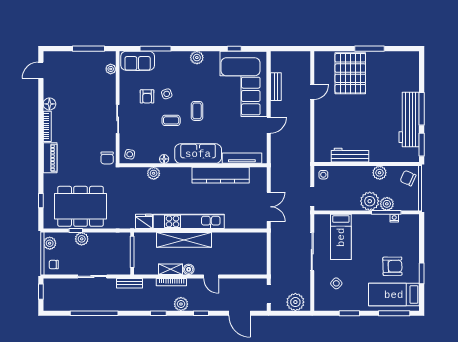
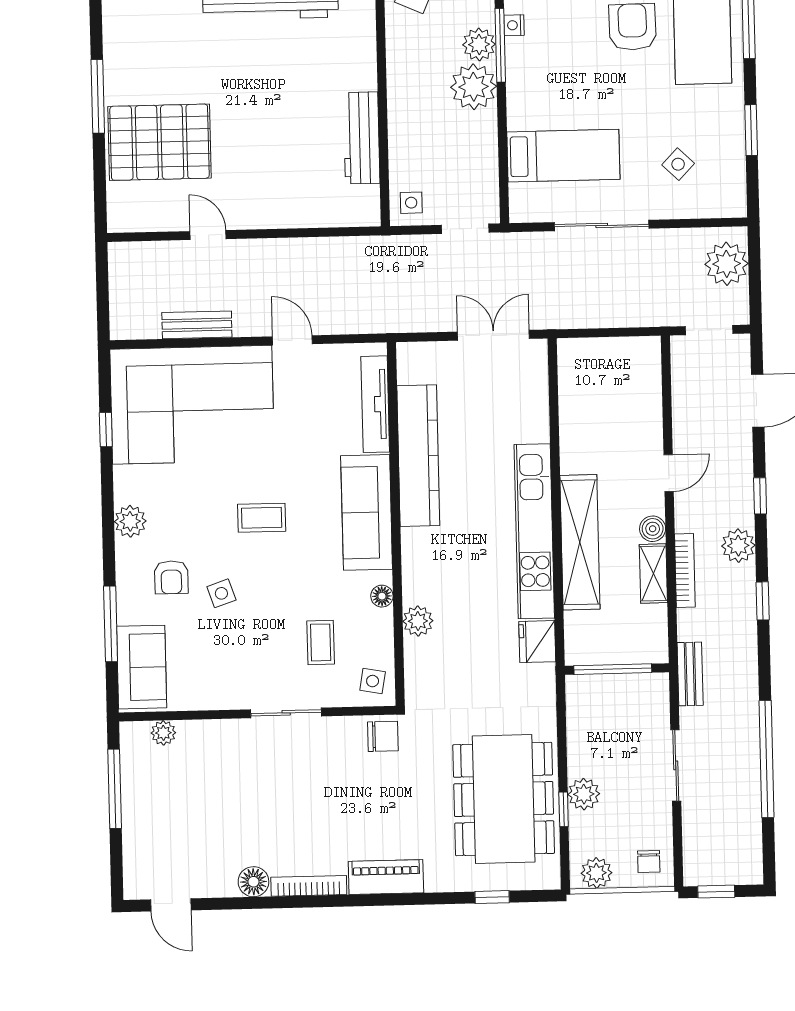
armchair: (147, 96) -> (171, 577), moved, turned 90
coffee table: (171, 120) -> (321, 642), moved
plant: (380, 173) -> (403, 64), removed

